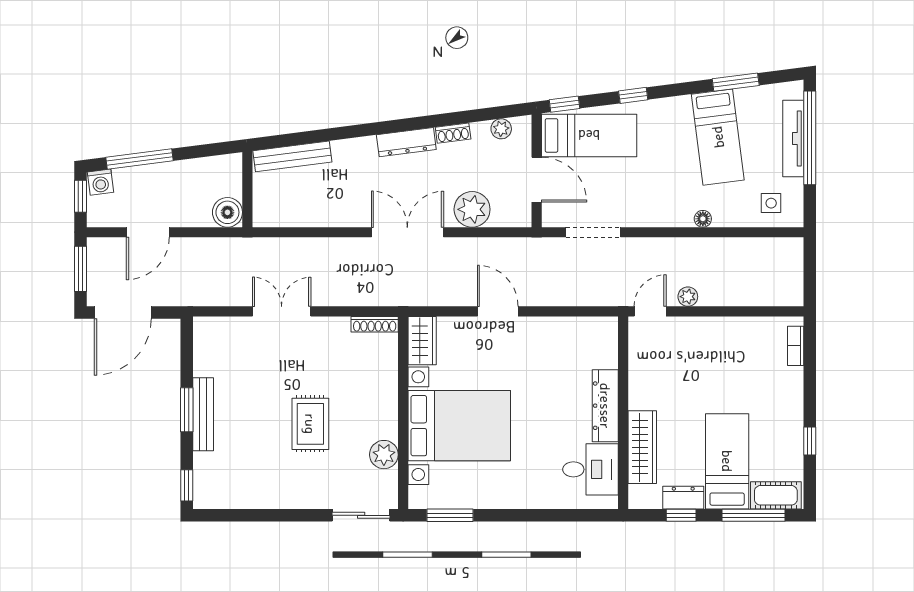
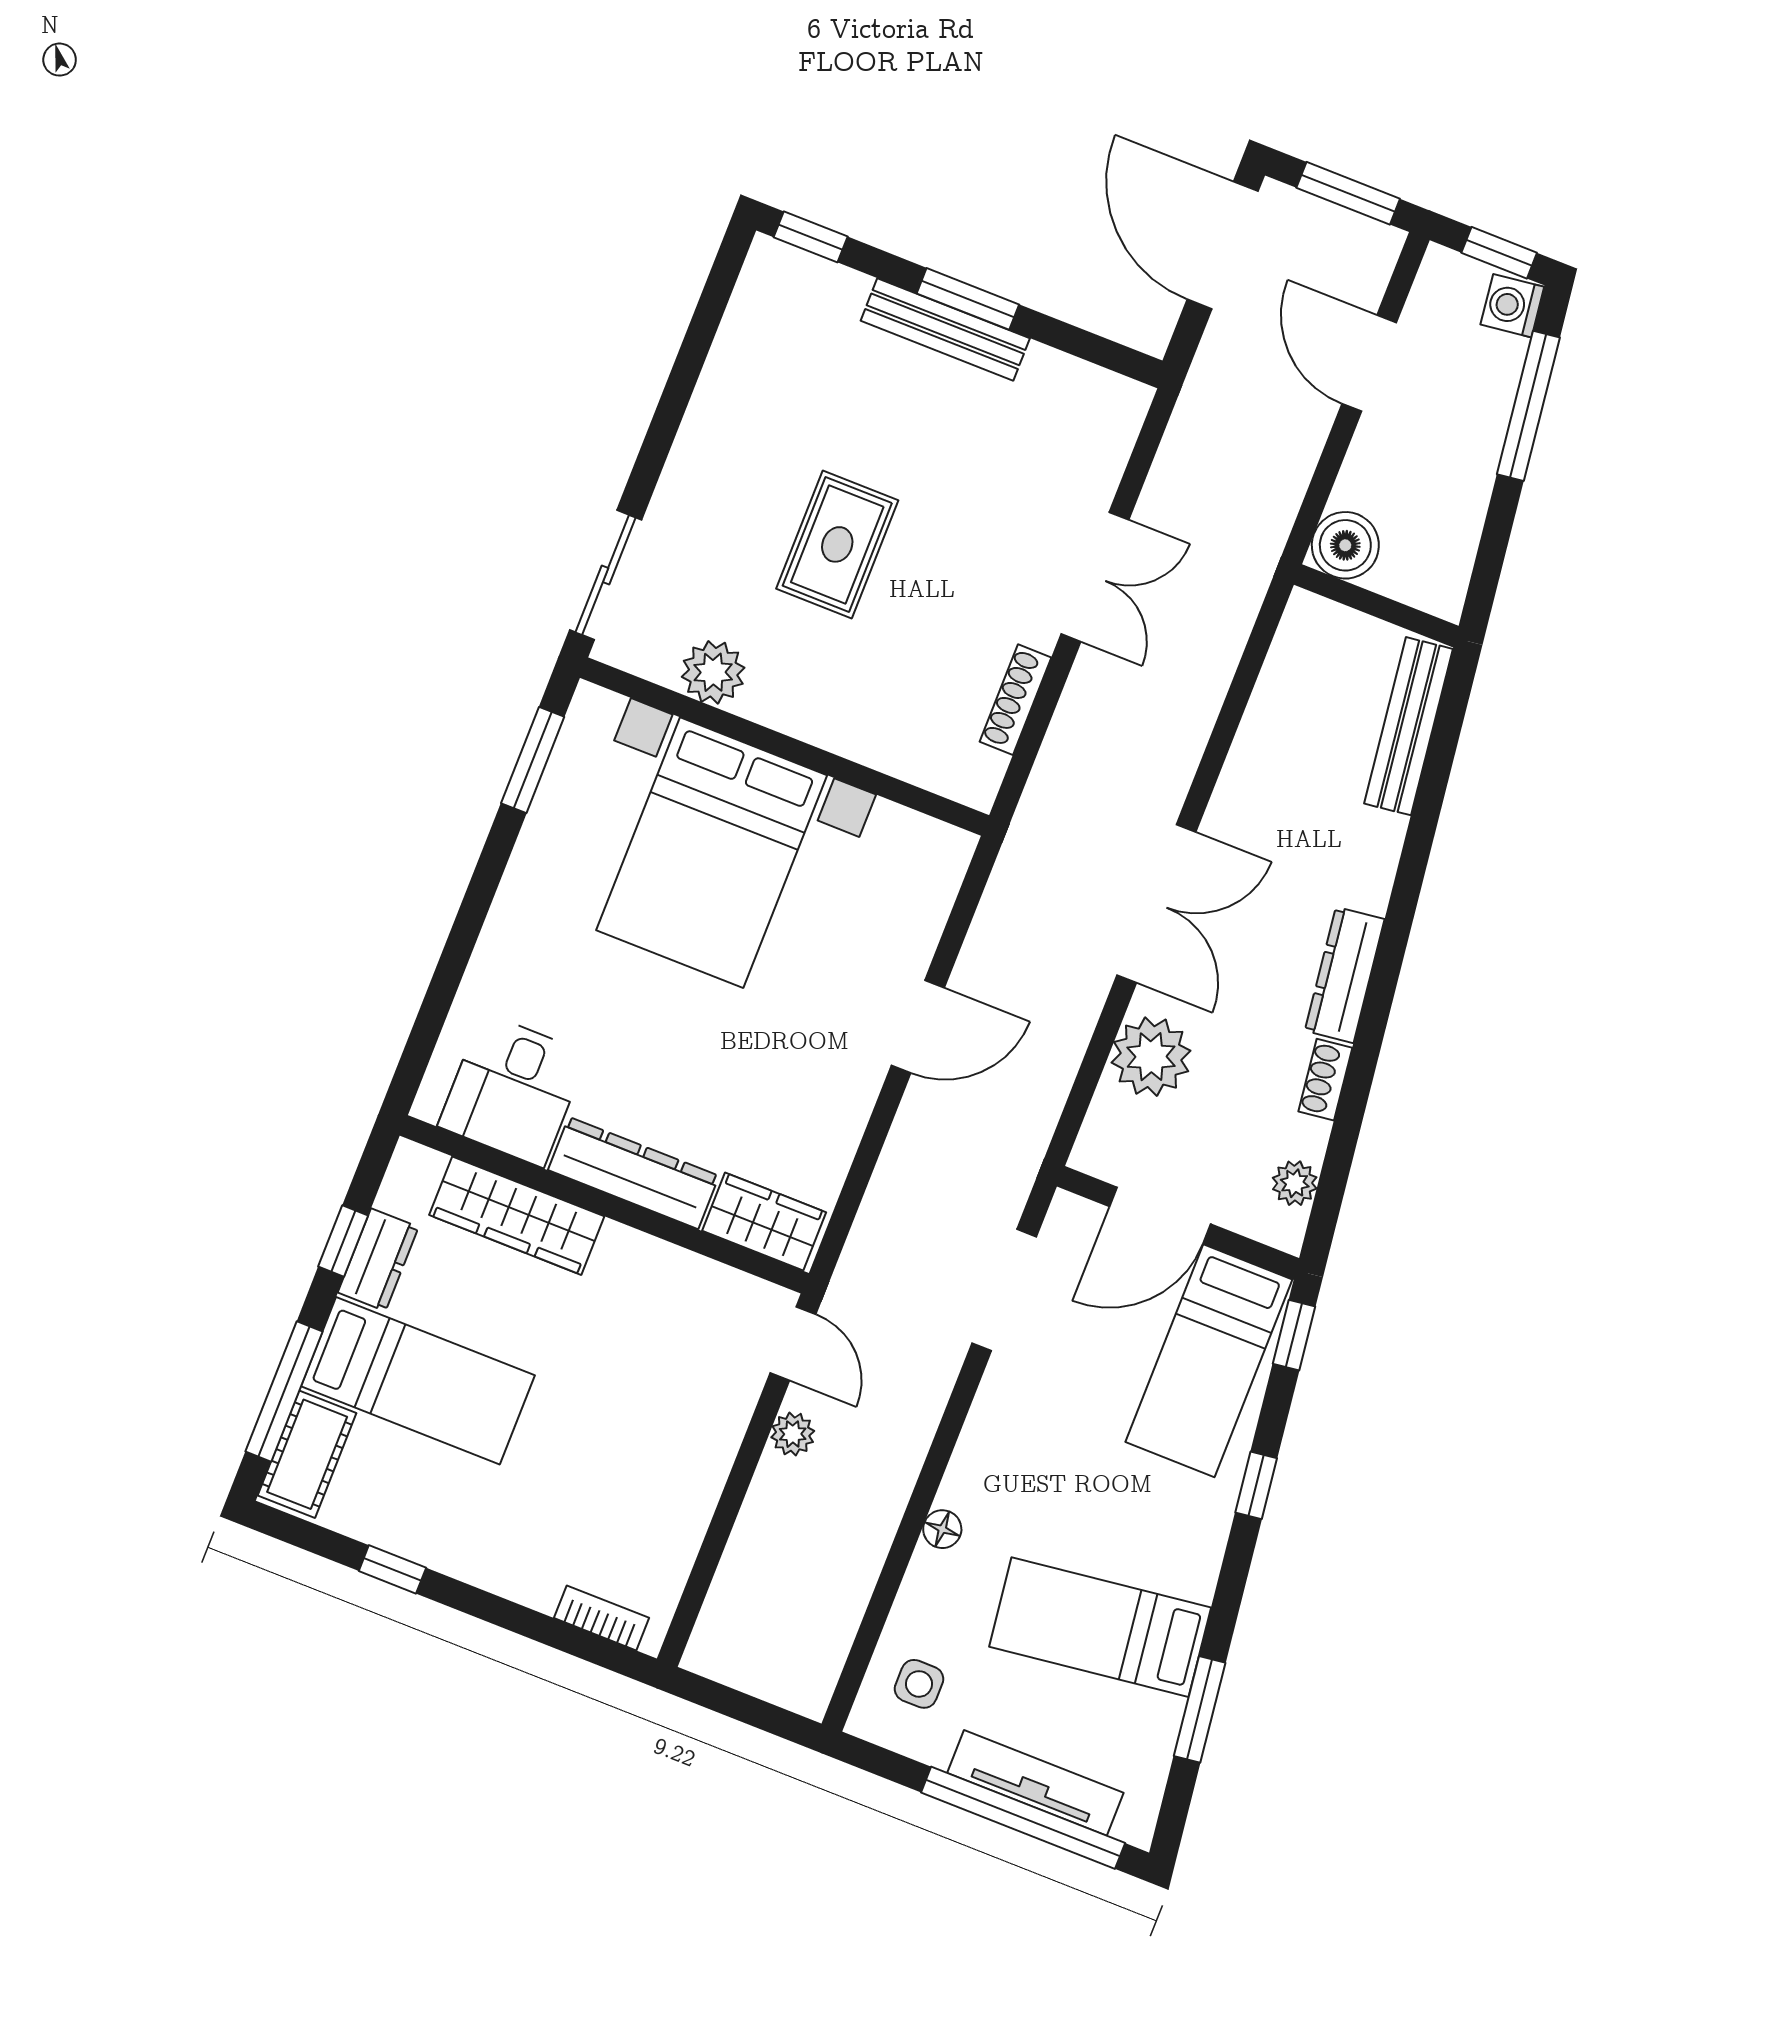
shoe rack: (375, 324) -> (1016, 700), moved
wardrobe: (422, 341) -> (764, 1222), moved, turned 180
rug: (310, 424) -> (837, 544), turned 90

